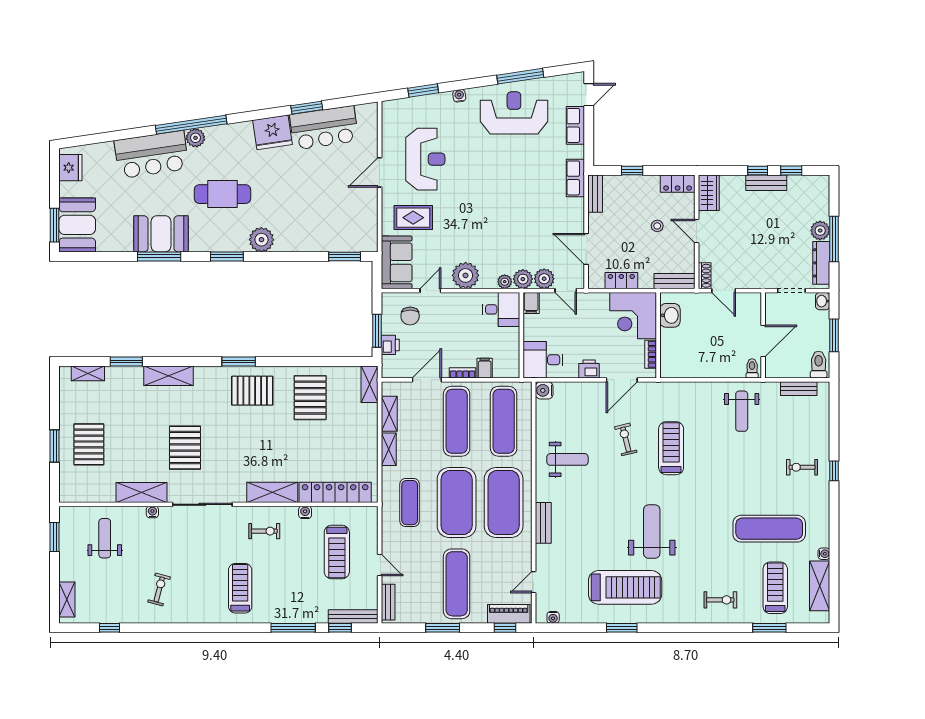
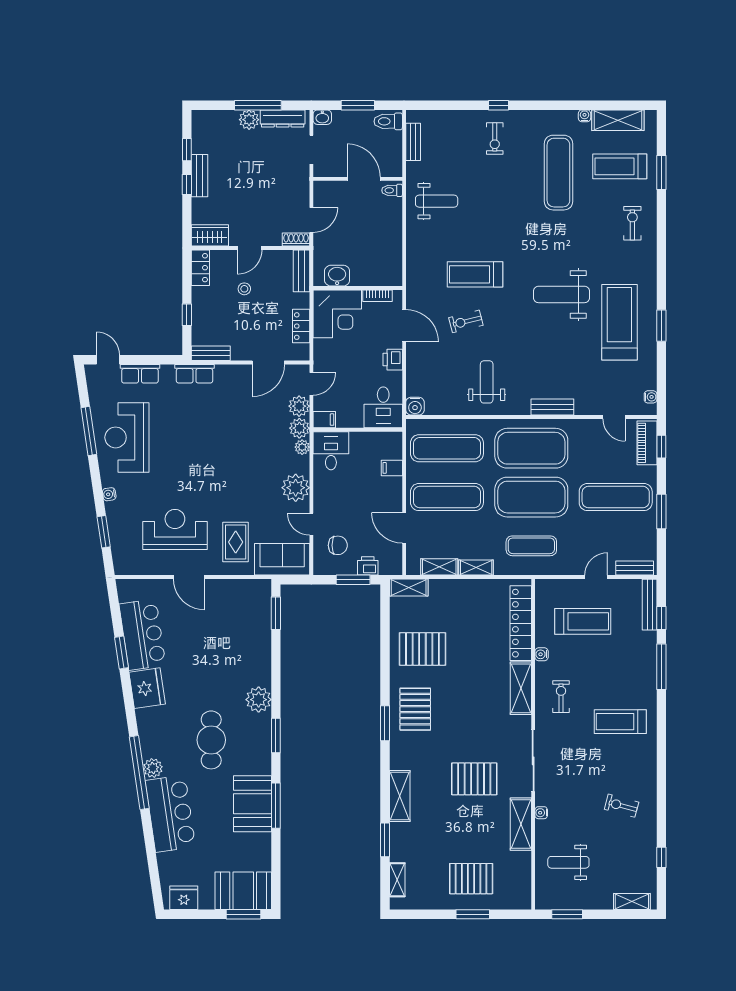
bookcase: (463, 373) -> (397, 491), removed

